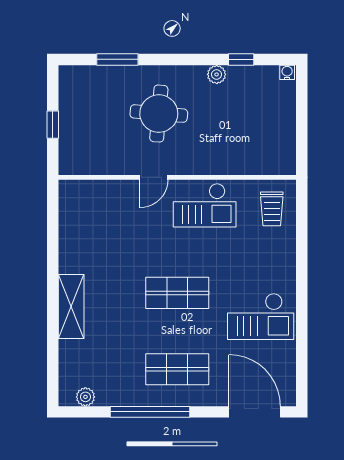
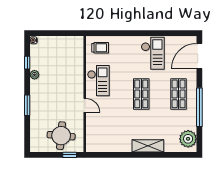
window: (117, 59) -> (27, 105), moved
round table: (159, 114) -> (61, 136), moved
window: (53, 125) -> (70, 155), moved
plant: (85, 397) -> (188, 139), width x1.87, depth x1.87

